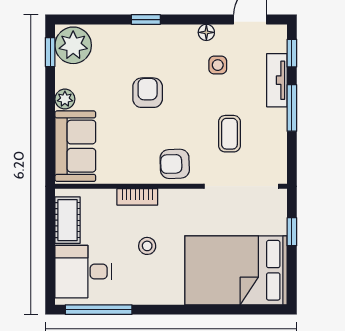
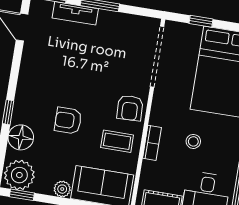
floor lamp: (206, 32) -> (21, 137), moved, width x1.89, depth x1.89
side table: (218, 65) -> (55, 60), removed
coffee table: (229, 134) -> (117, 141), moved

